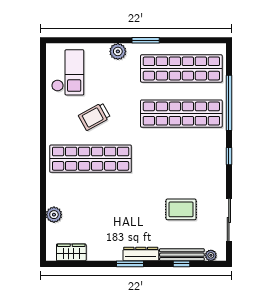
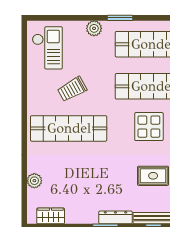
display table: (177, 157) -> (149, 127), added

